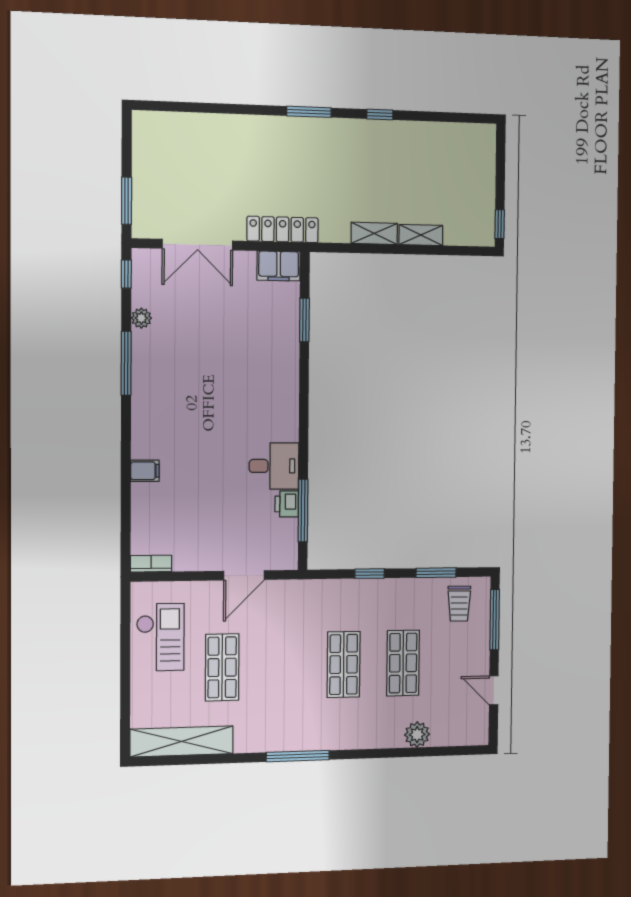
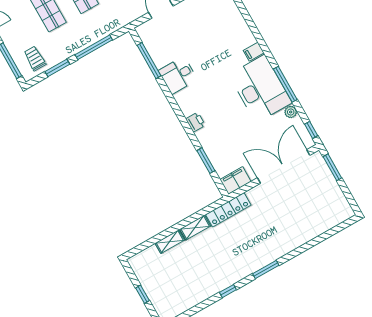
window: (500, 224) -> (143, 294), moved
locker: (283, 229) -> (228, 210), moved
double door: (198, 245) -> (284, 167), width x1.36
desk: (167, 378) -> (260, 89), added
filing cabinet: (145, 471) -> (254, 52), moved
printer: (287, 504) -> (196, 122), moved
window: (370, 574) -> (94, 47), width x2.17

